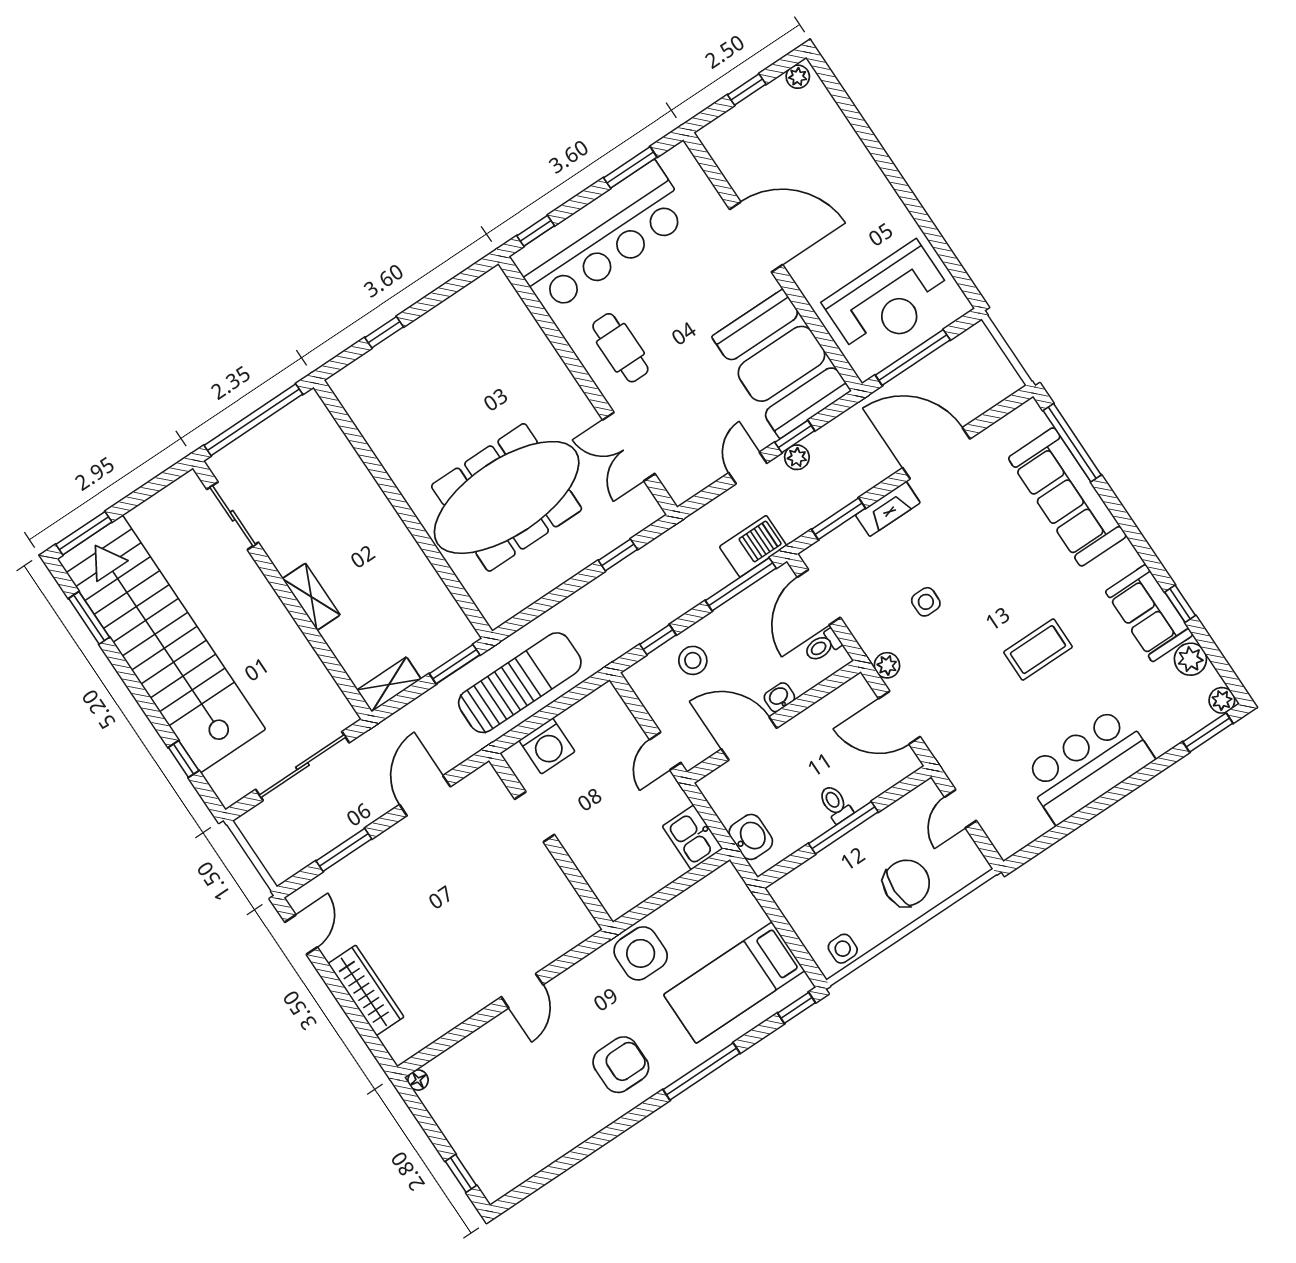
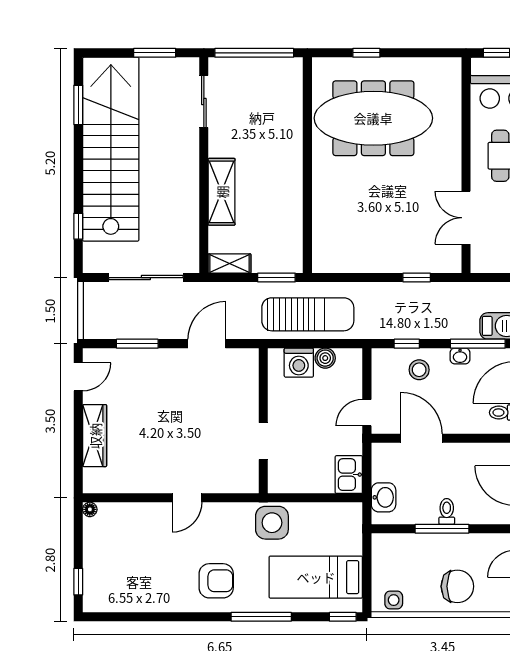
meeting table: (507, 497) -> (373, 118), moved
window: (84, 533) -> (155, 53), moved
shelving: (311, 597) -> (222, 192), width x1.50, depth x1.33
washbasin: (779, 697) -> (460, 356), moved, turned 180
boiler: (574, 720) -> (325, 358), added
doorway: (535, 817) -> (263, 441), moved

